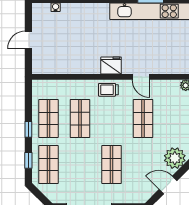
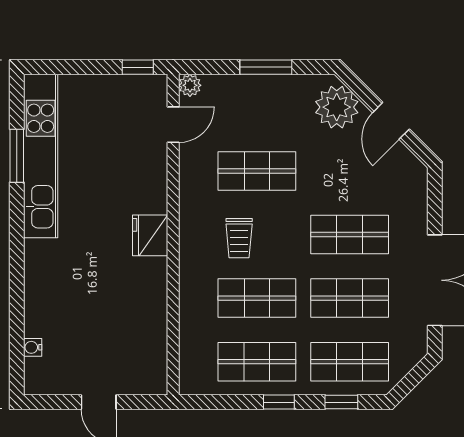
door: (141, 77) -> (173, 125), moved
trolley: (108, 90) -> (239, 238), moved
shop shelf: (80, 165) -> (350, 298), added

